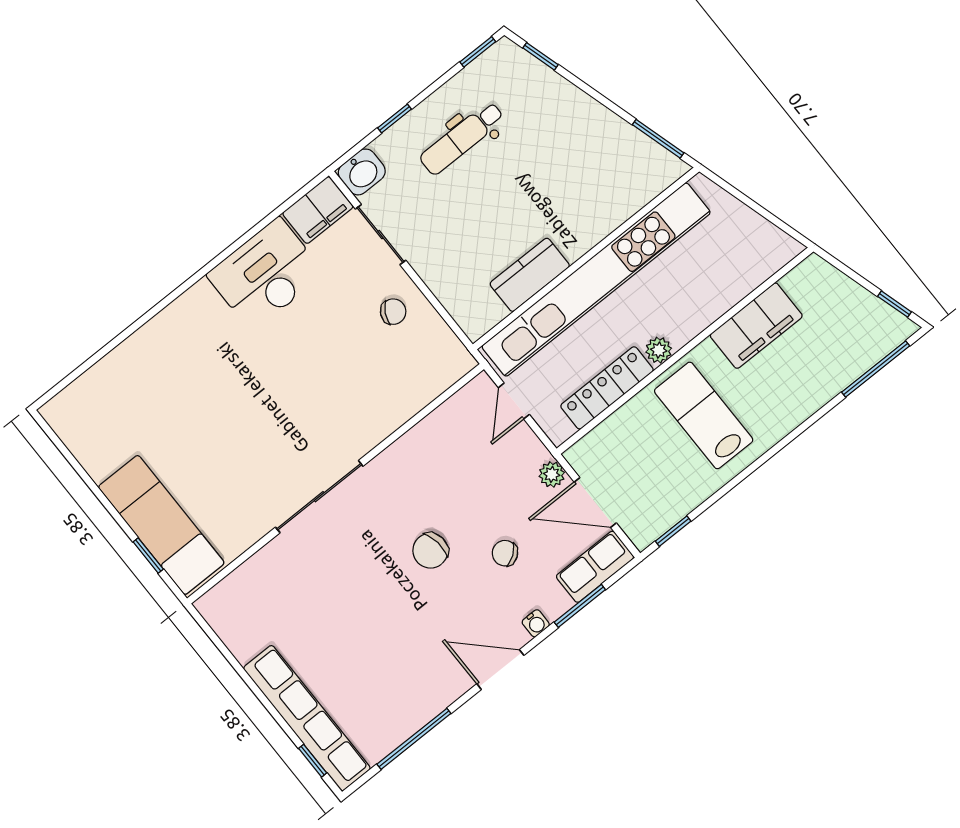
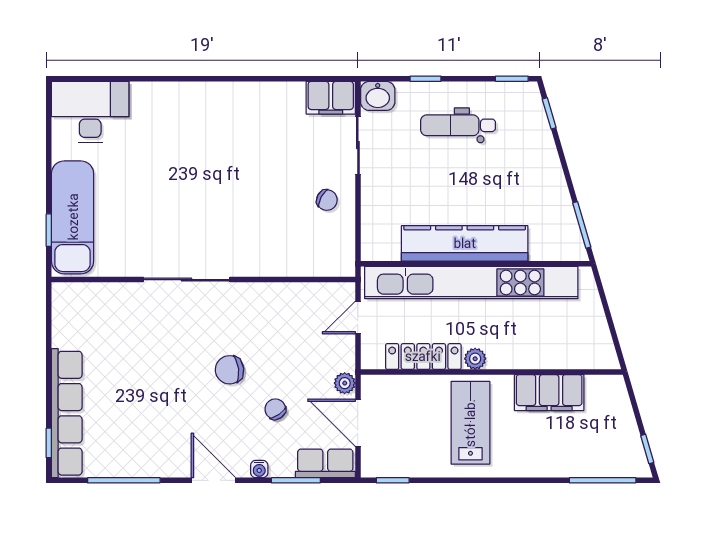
desk: (266, 274) -> (90, 112), moved
kitchen counter: (530, 275) -> (465, 243), width x2.08, depth x1.17

